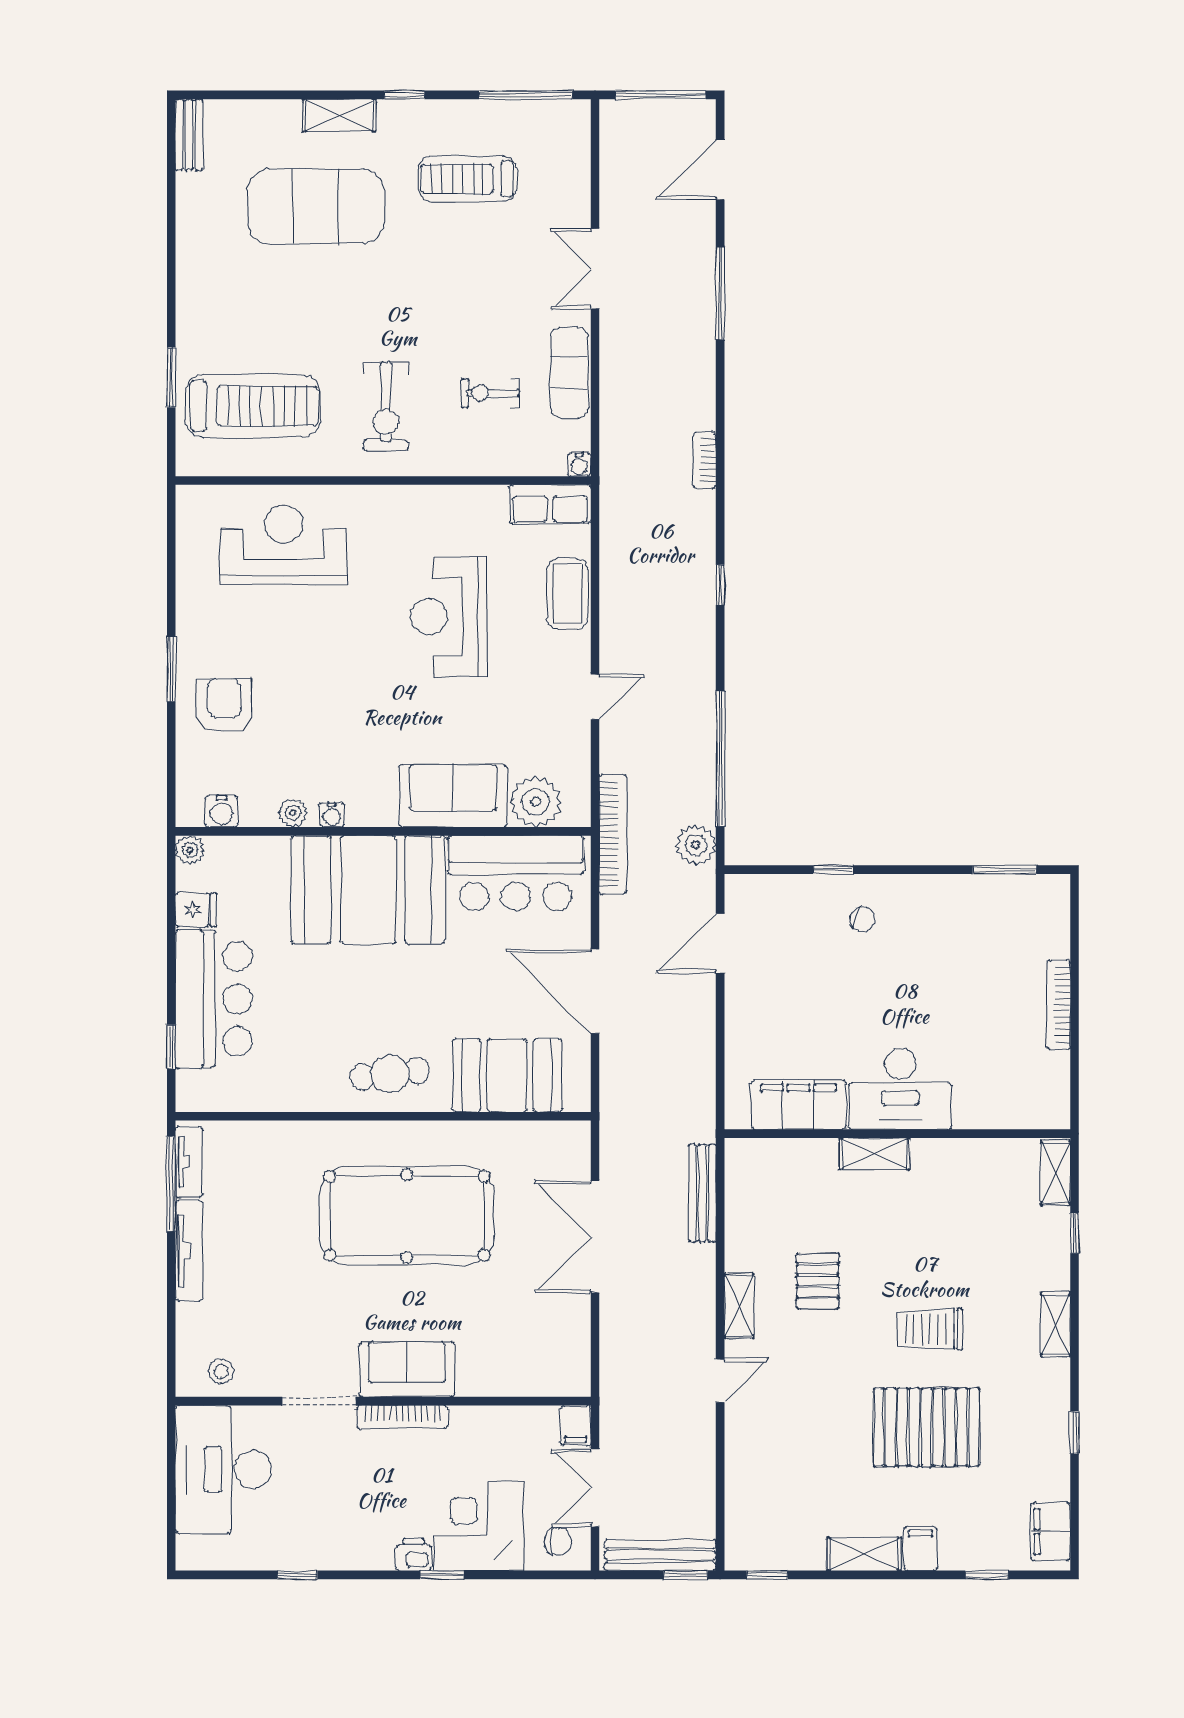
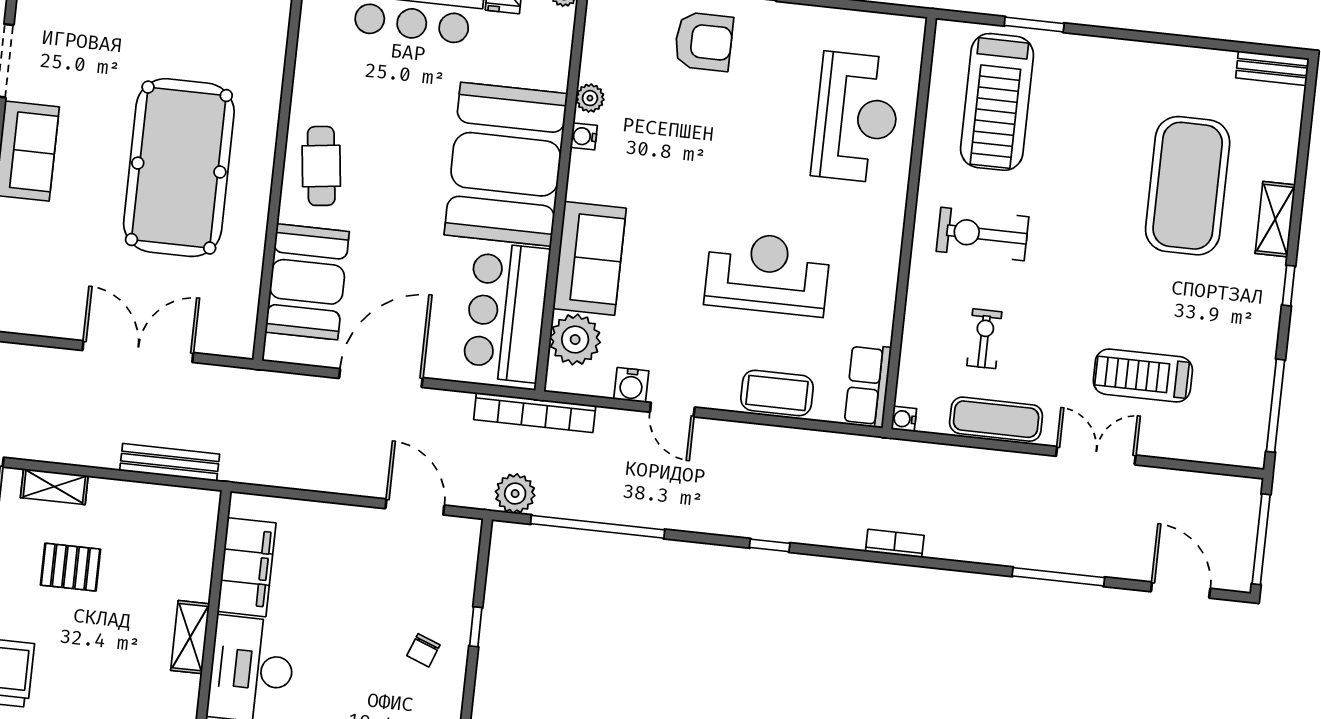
treadmill: (468, 179) -> (1143, 376), moved, turned -90
water cooler: (221, 811) -> (631, 385), moved, turned -90

